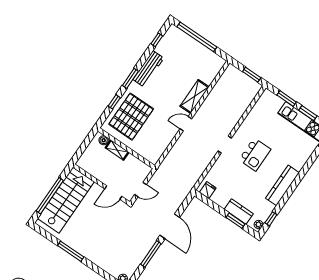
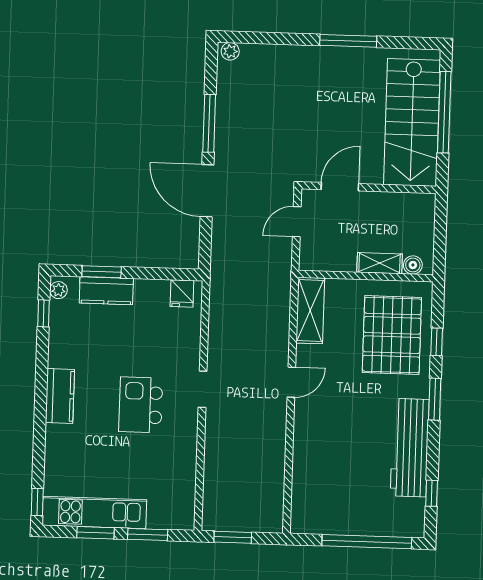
workbench: (148, 69) -> (410, 448), width x1.36, depth x1.32
shelving: (195, 97) -> (310, 311), moved
kitchen counter: (282, 185) -> (60, 396), width x0.67

